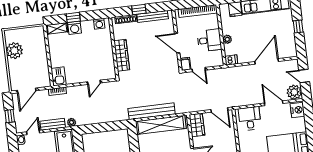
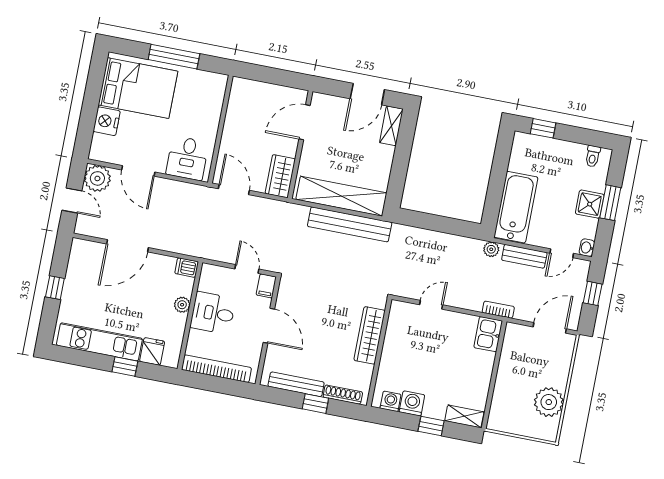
washing machine: (75, 28) -> (412, 403), moved
nightstand: (297, 110) -> (107, 121), moved

